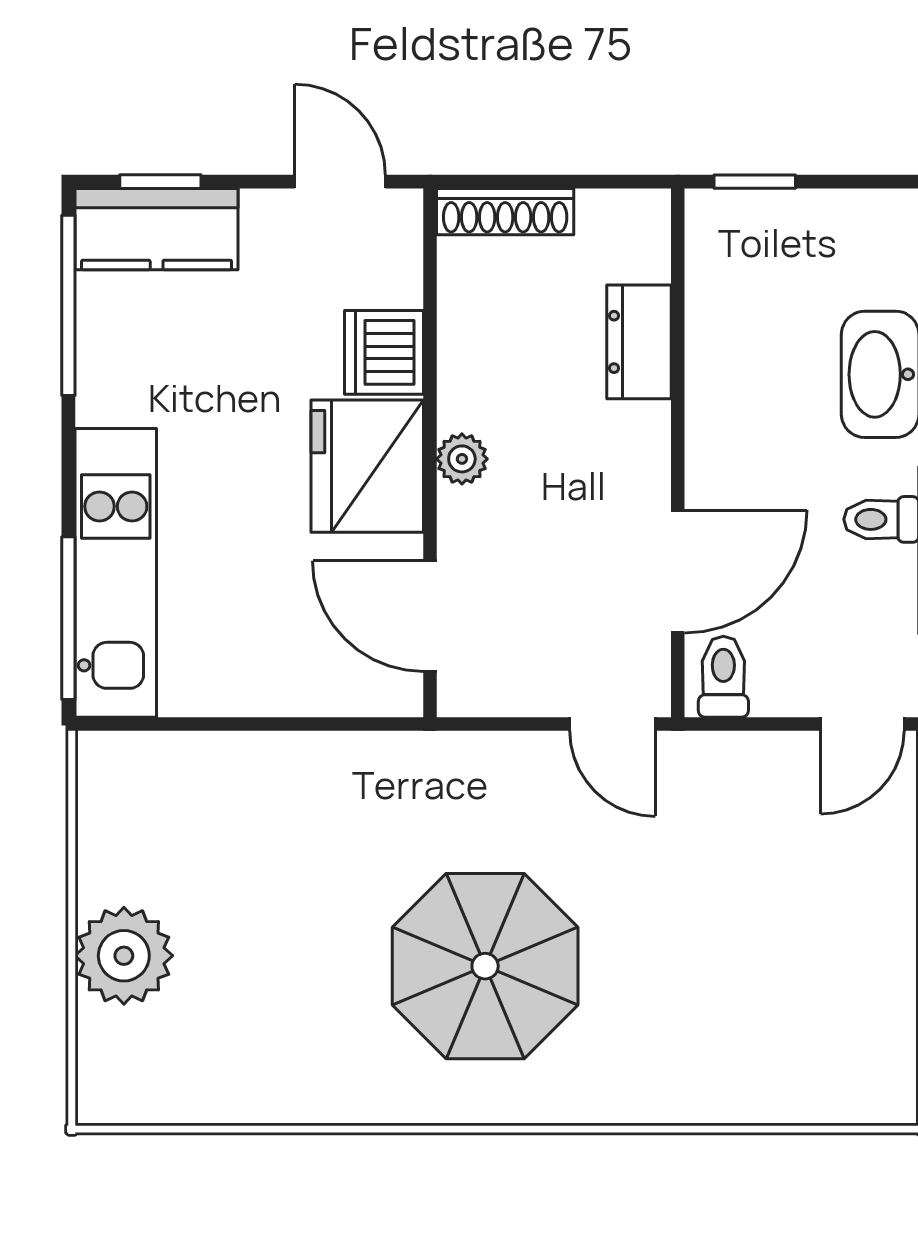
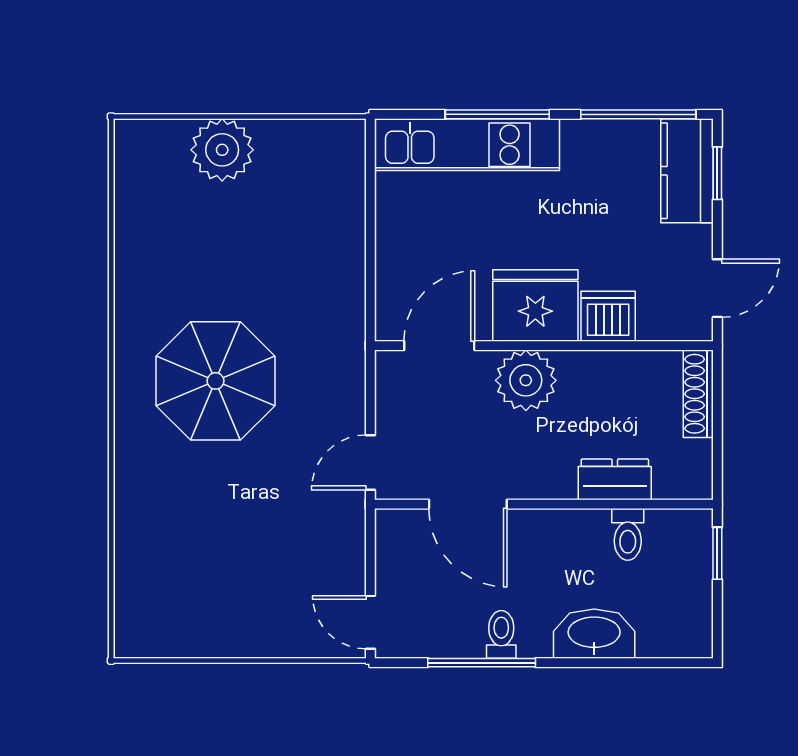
plant: (462, 459) -> (526, 380), width x1.88, depth x1.88
window: (68, 618) -> (497, 114), moved
toilet: (723, 677) -> (628, 534), moved, turned 90

